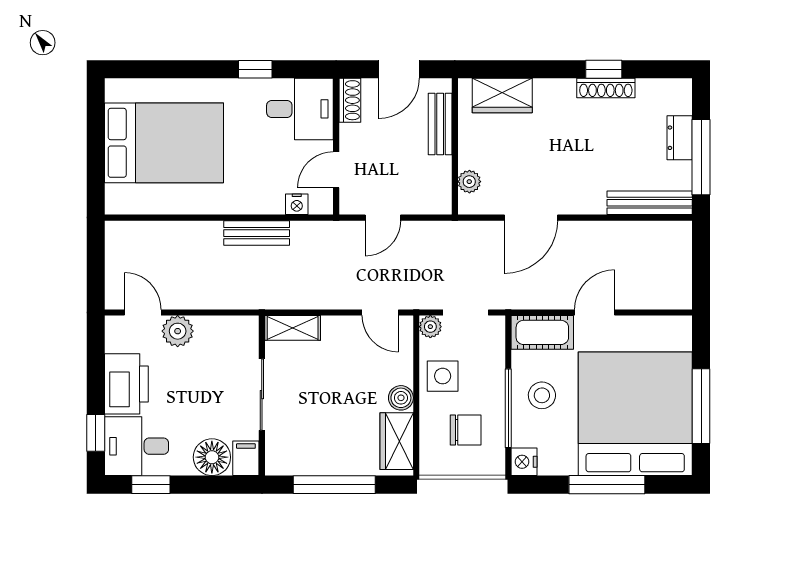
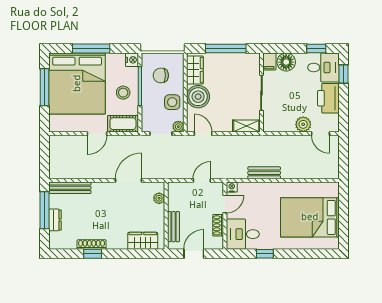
shoe rack: (350, 100) -> (218, 225), moved
nightstand: (297, 204) -> (232, 187), moved
boiler: (401, 398) -> (198, 97), width x1.86, depth x1.86

